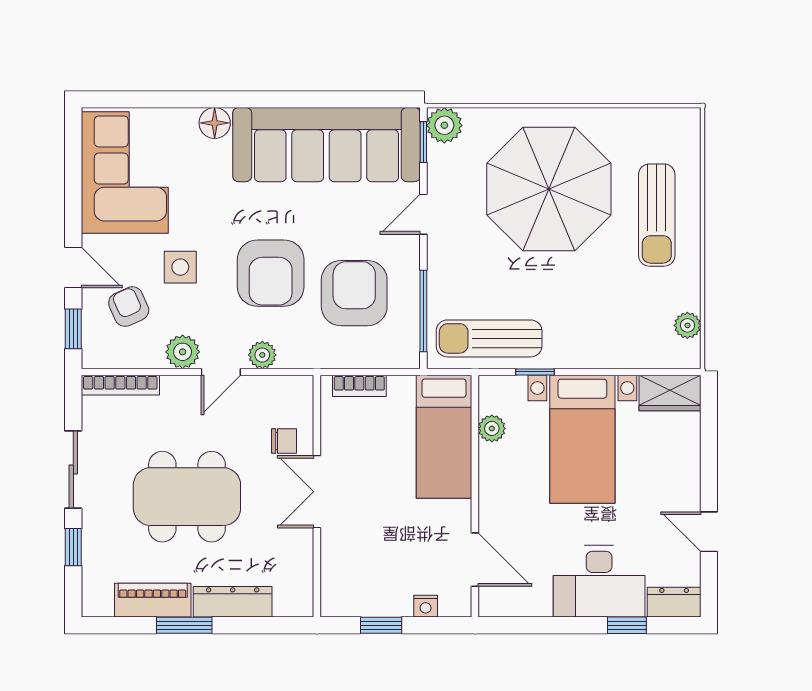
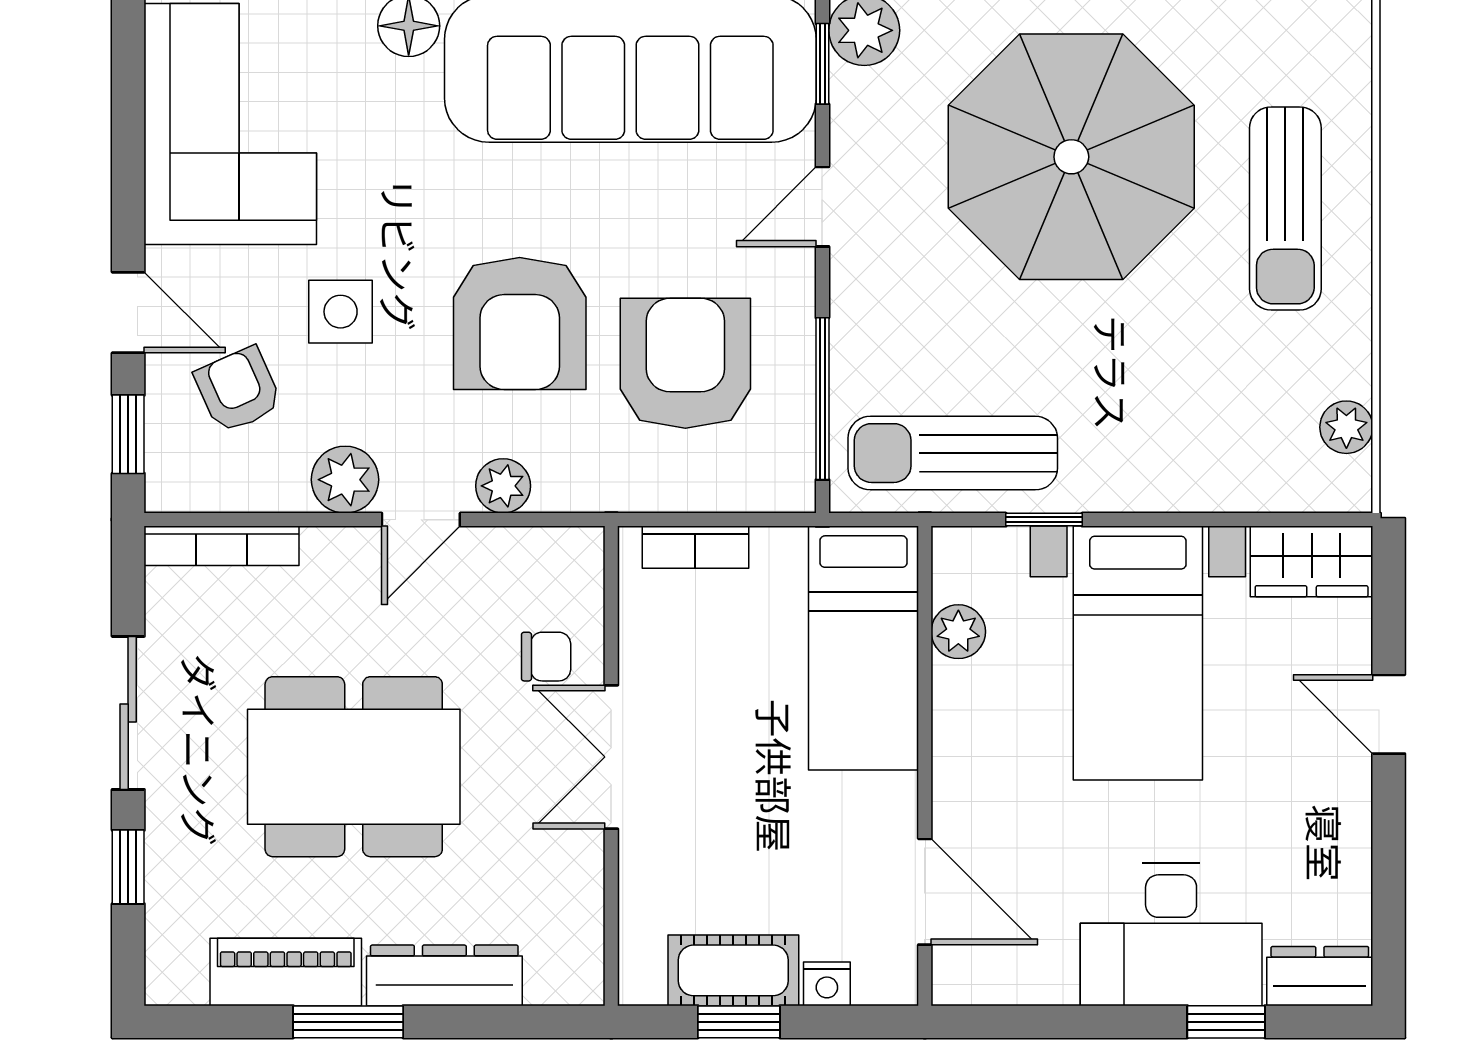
door: (709, 532) -> (1389, 714), moved
cot: (378, 599) -> (733, 970), added

